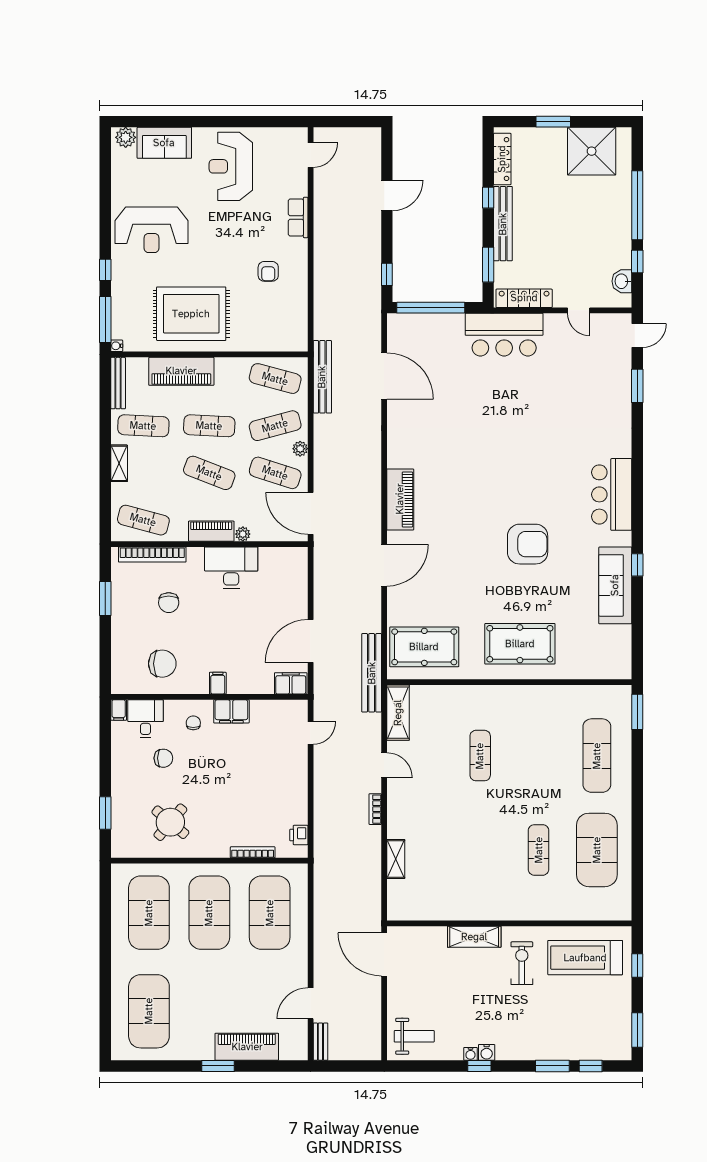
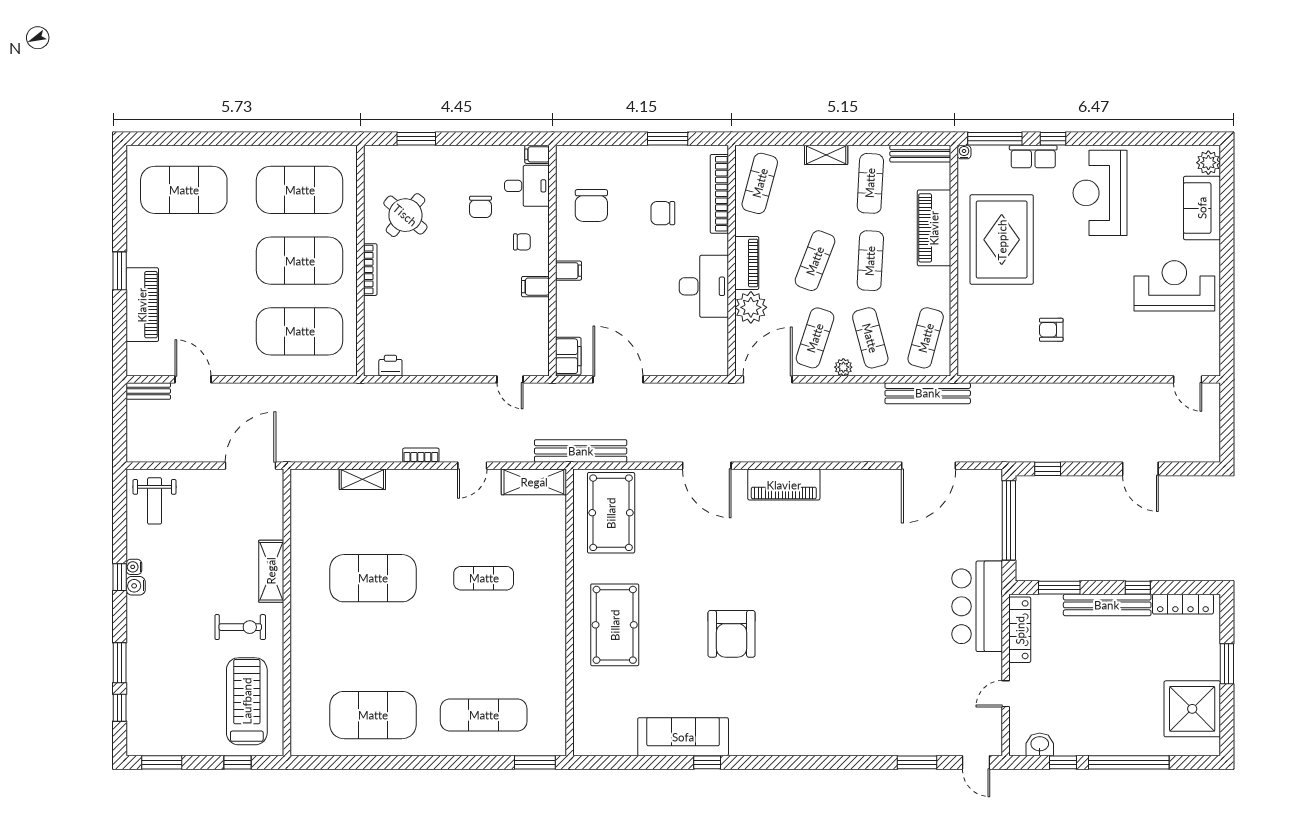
row of seats: (298, 217) -> (1033, 157), moved, turned 180
bar counter: (612, 494) -> (790, 732), removed
plant: (243, 534) -> (751, 307), width x1.88, depth x1.88
filing cabinet: (231, 711) -> (535, 287), width x0.50
exercise mat: (539, 850) -> (373, 578), moved, width x2.00, depth x1.45
bookcase: (253, 852) -> (370, 270), moved

